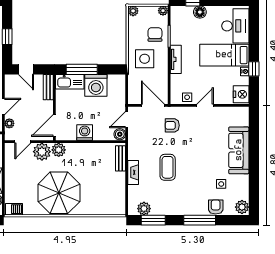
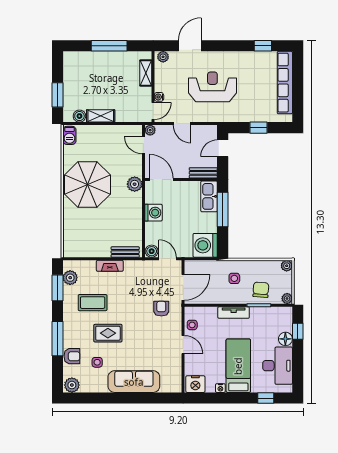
desk: (235, 26) -> (278, 366), moved, turned -90
chair: (155, 35) -> (261, 290), turned -86
side table: (145, 59) -> (234, 278), width x0.54, depth x0.54
window: (254, 69) -> (266, 398), moved
washing machine: (96, 85) -> (205, 245), moved
plant: (9, 123) -> (150, 130), moved
plant: (42, 152) -> (133, 166), removed
coffee table: (168, 167) -> (93, 303), moved
rug: (195, 174) -> (108, 333), added

